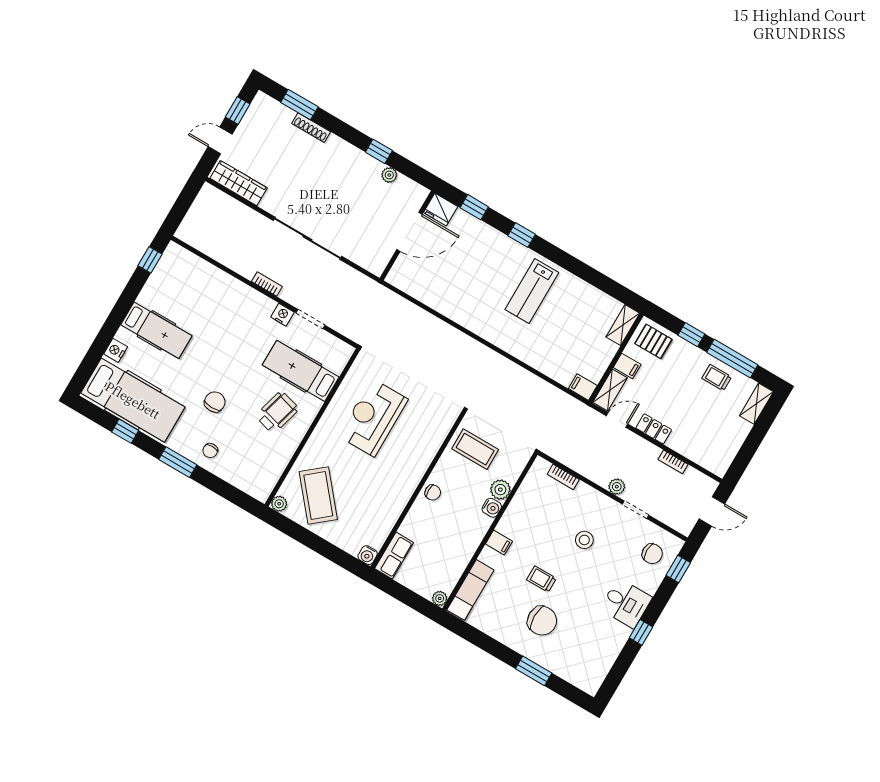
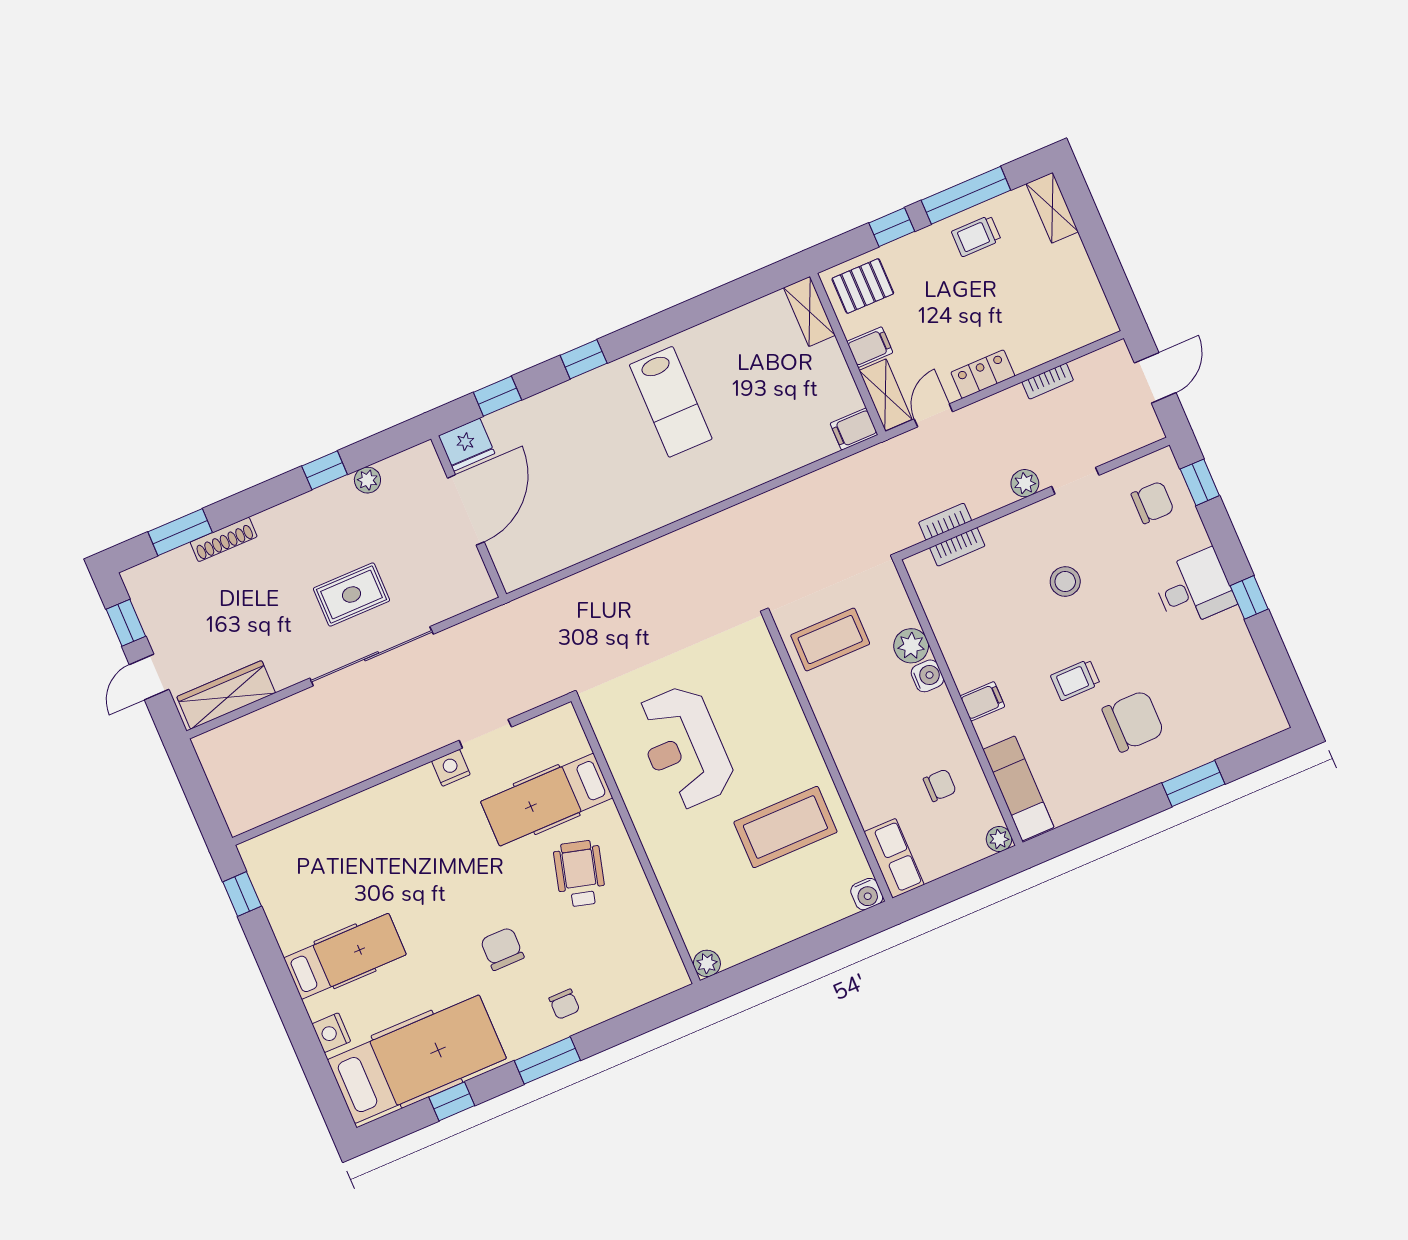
rug: (330, 207) -> (351, 594), added
bookcase: (267, 284) -> (945, 522), moved
chair: (433, 492) -> (940, 785), moved
coffee table: (318, 495) -> (785, 827), moved, turned -50

